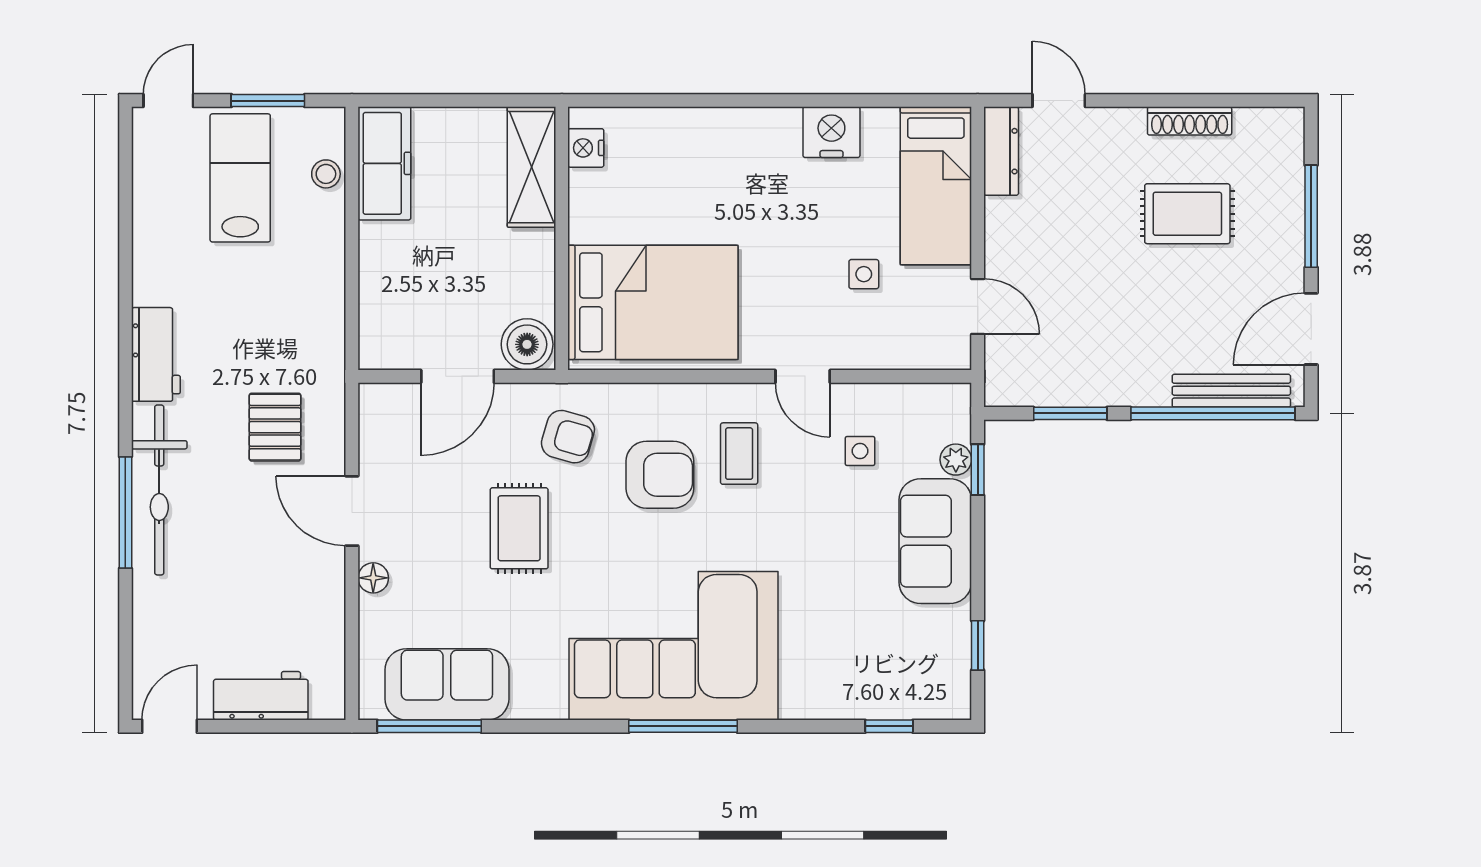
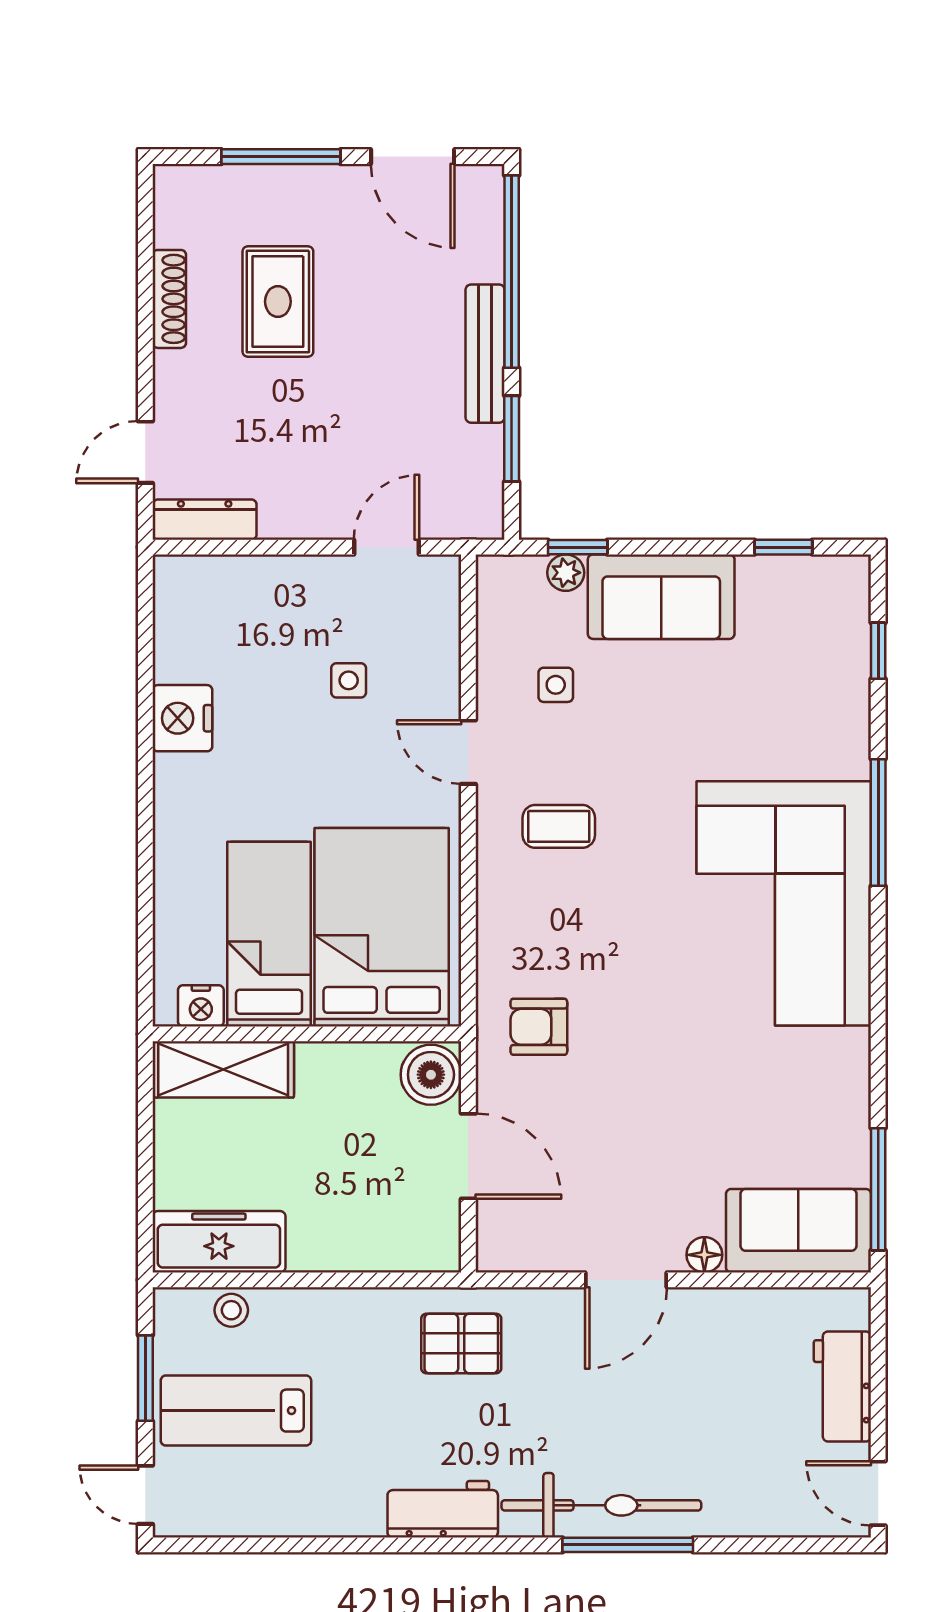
bed: (936, 186) -> (269, 934), moved, turned -90
door: (803, 376) -> (468, 752), swing flipped
bench: (1231, 391) -> (485, 354), moved
pallet: (275, 427) -> (461, 1343), moved
armchair: (568, 437) -> (539, 1027), turned -106
armchair: (660, 475) -> (583, 919), removed
rug: (519, 528) -> (646, 1084), removed
sofa: (447, 684) -> (798, 1231), moved, turned 90
window: (683, 726) -> (878, 823), moved

